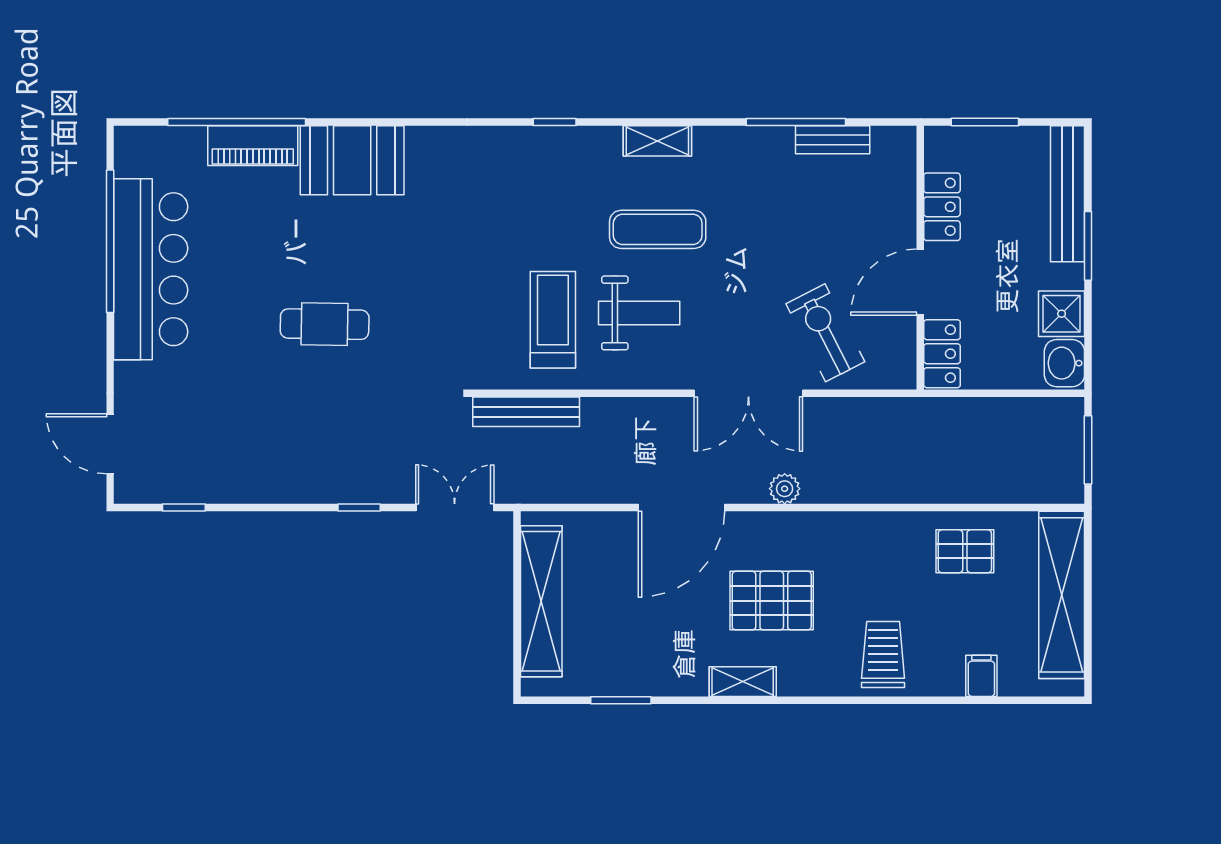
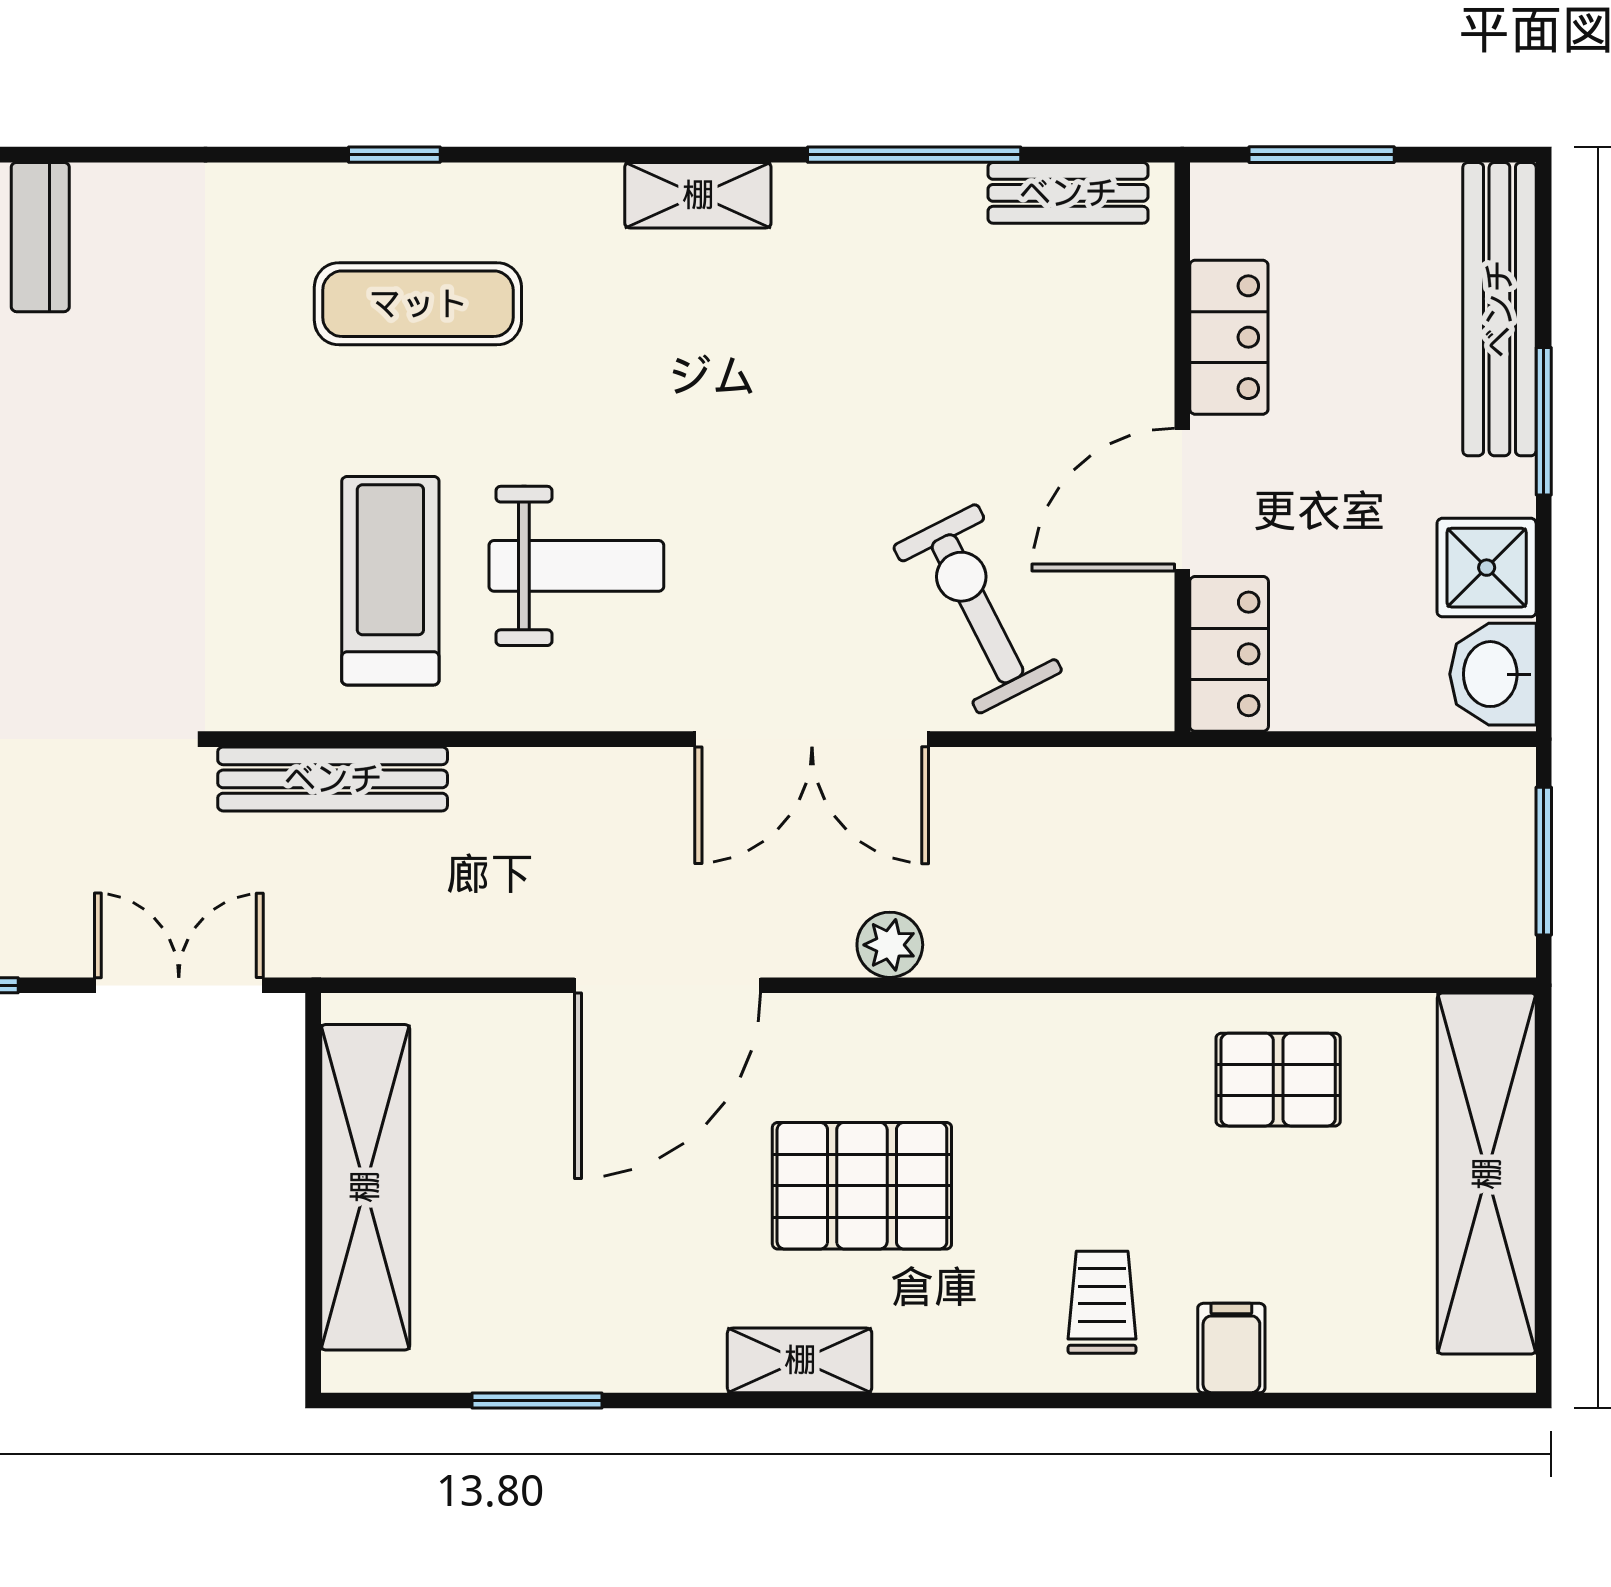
bench: (833, 140) -> (1068, 193), moved
shelving: (657, 141) -> (698, 195), moved
exercise mat: (658, 229) -> (418, 304), moved
trolley: (883, 655) -> (1102, 1302), width x0.73, depth x0.72
filing cabinet: (981, 676) -> (1231, 1348), moved

